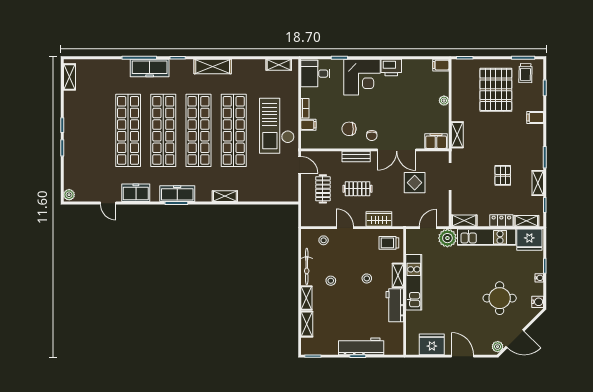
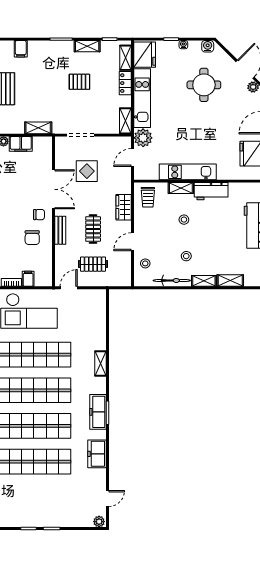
filing cabinet: (436, 141) -> (21, 144), moved, turned -90
door: (108, 203) -> (107, 498), moved
door: (428, 228) -> (132, 157), hinge flipped

